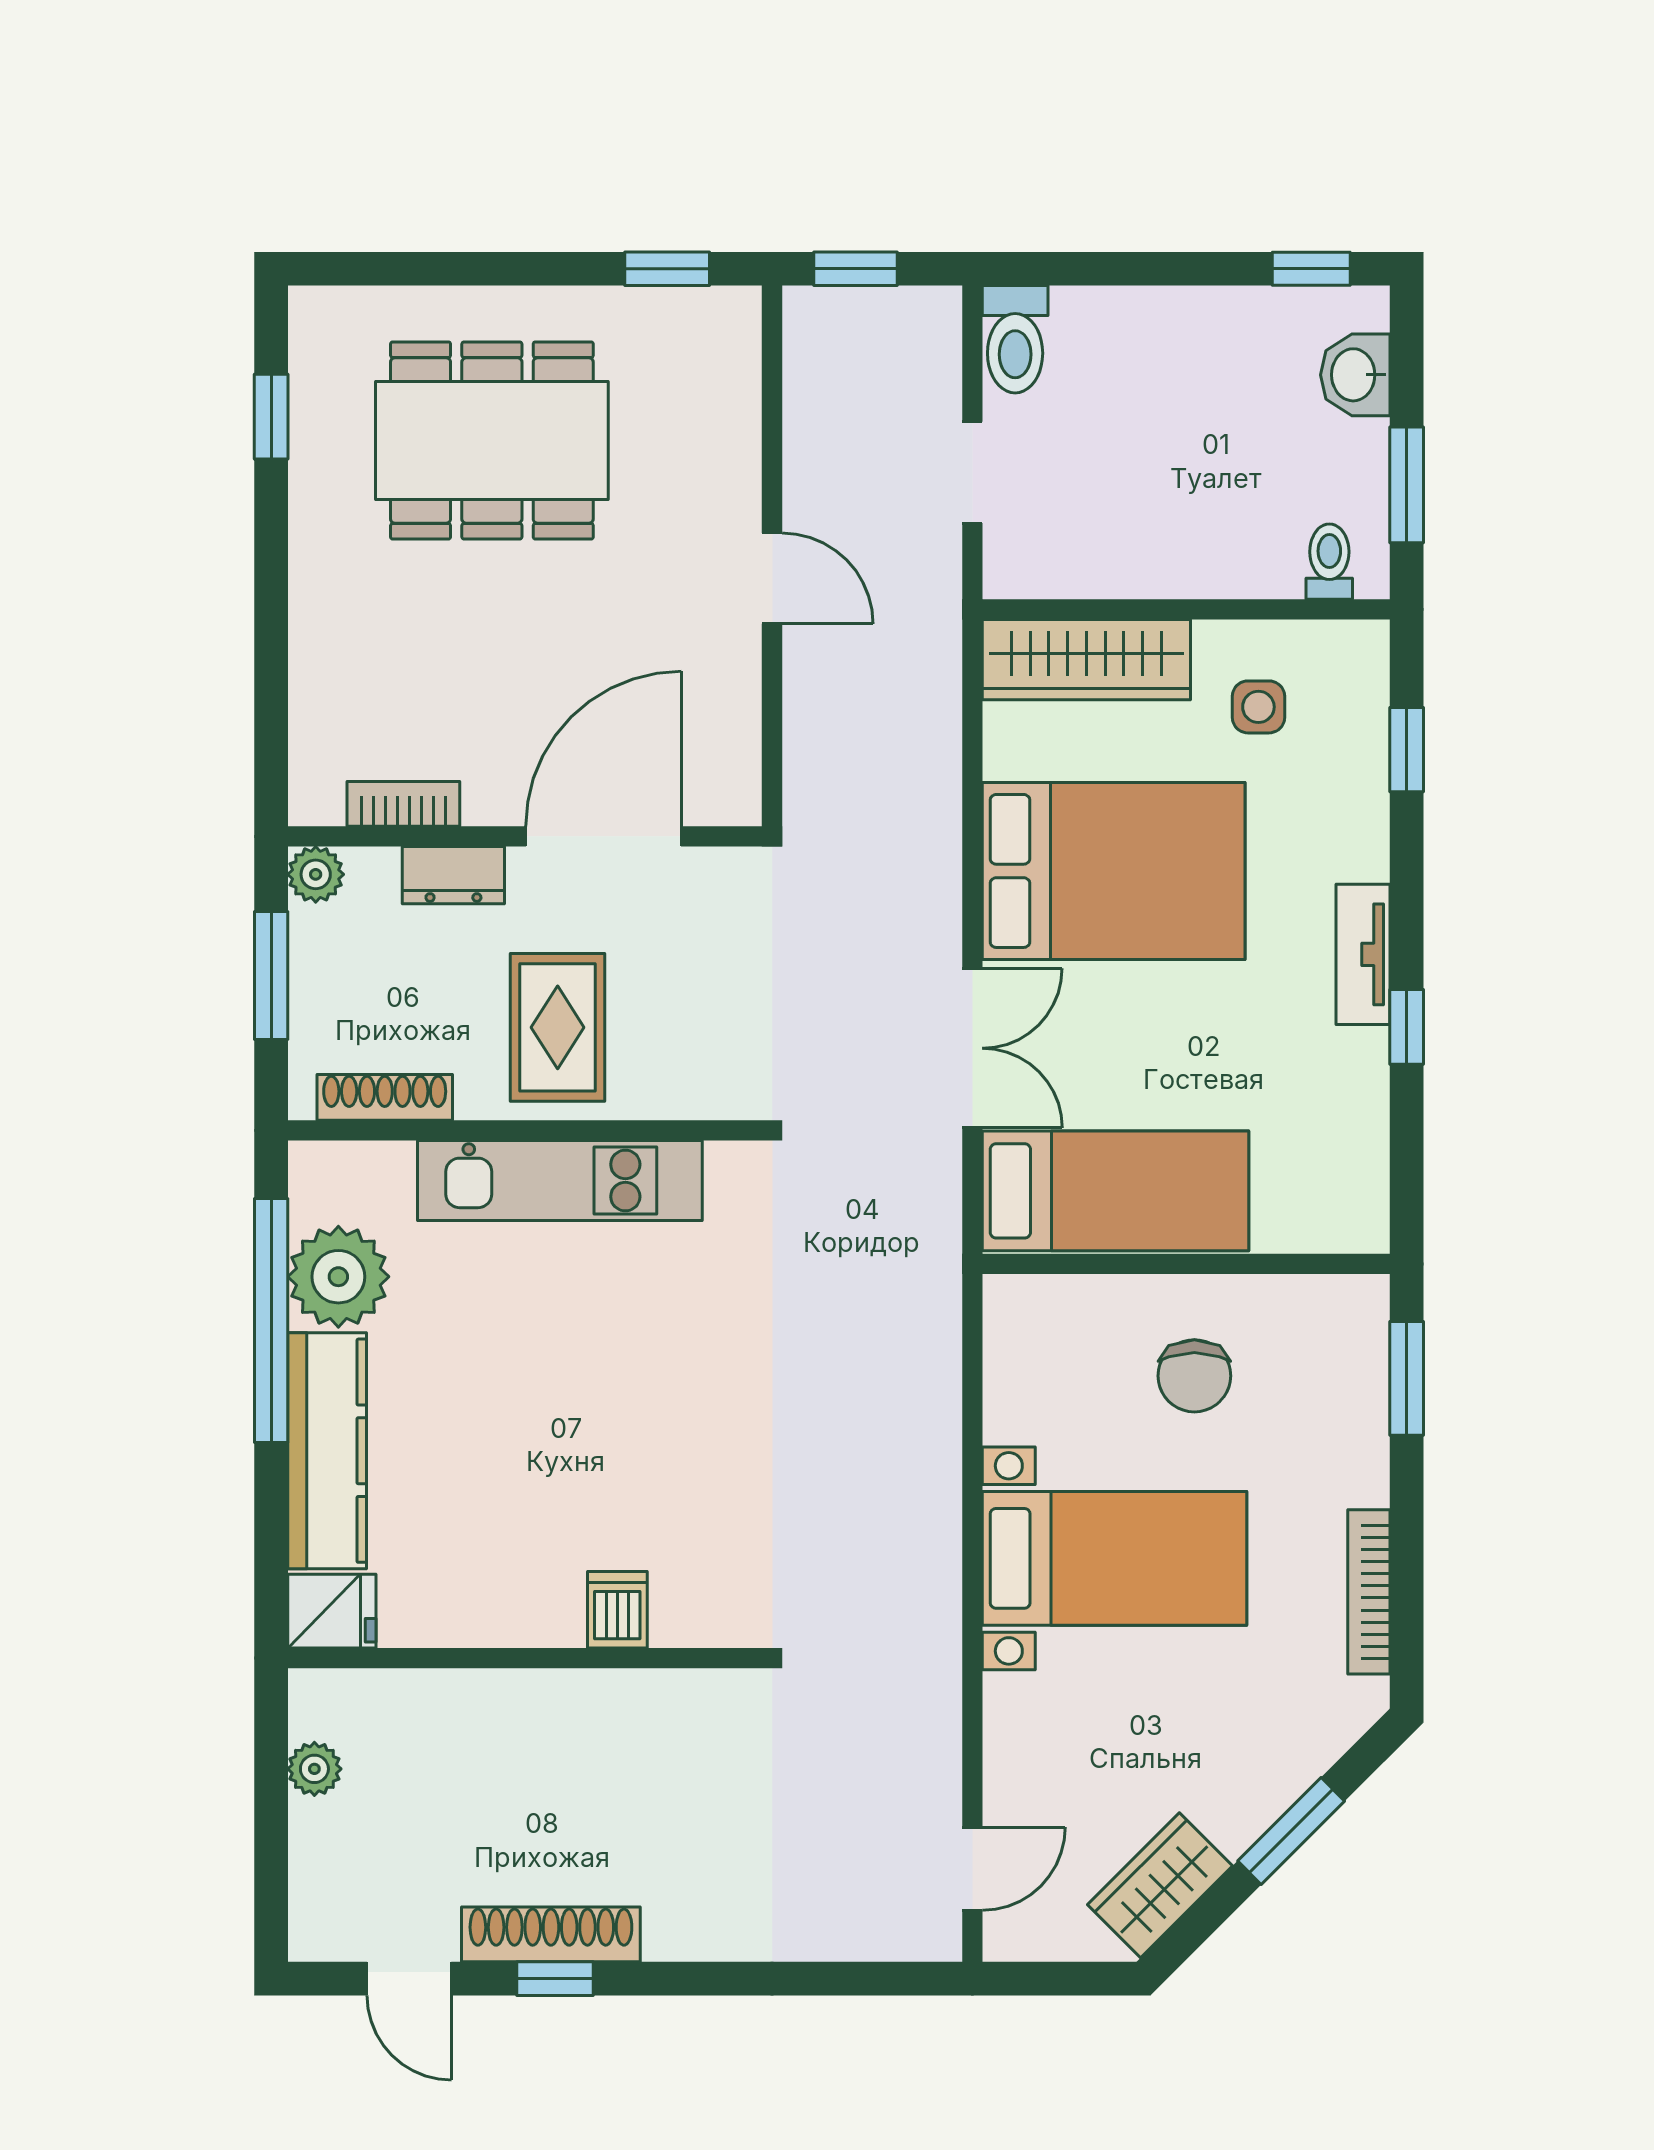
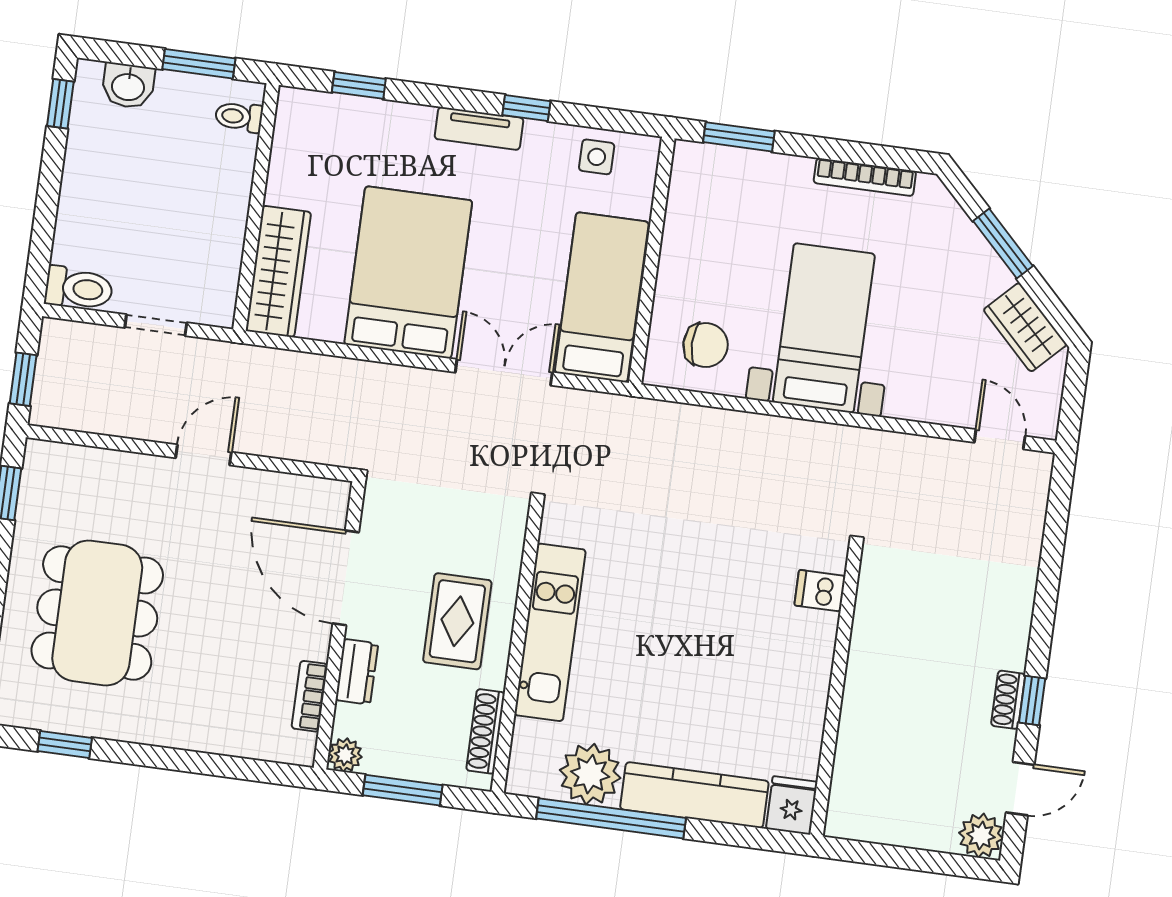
side table: (1258, 707) -> (597, 157), moved
rug: (558, 1027) -> (457, 621), turned 90
chair: (1194, 1376) -> (706, 345), moved
dishwasher: (617, 1610) -> (820, 591), moved
plant: (314, 1769) -> (981, 836), moved, width x1.38, depth x1.38
shoe rack: (551, 1934) -> (1008, 700), width x0.51, depth x0.81

